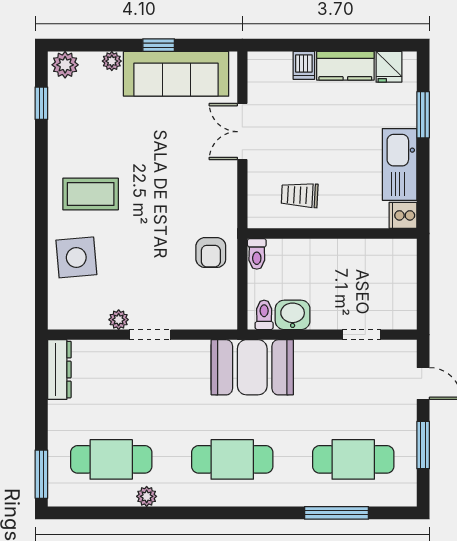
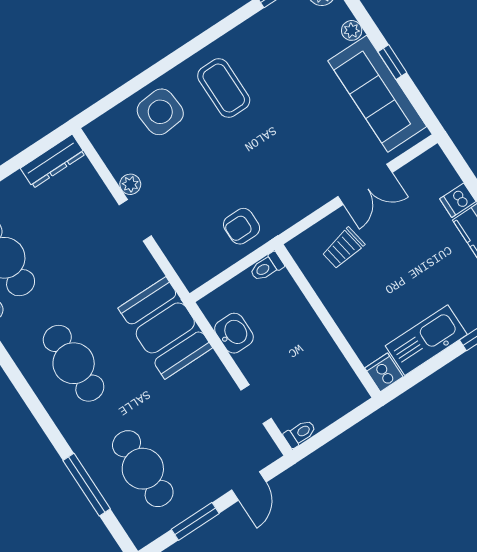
double door: (242, 132) -> (365, 184), swing flipped
trolley: (300, 195) -> (343, 248), moved, turned -103
toilet: (264, 315) -> (300, 433), moved

